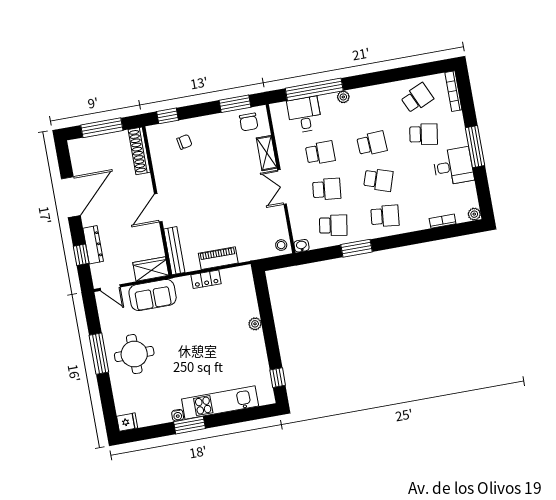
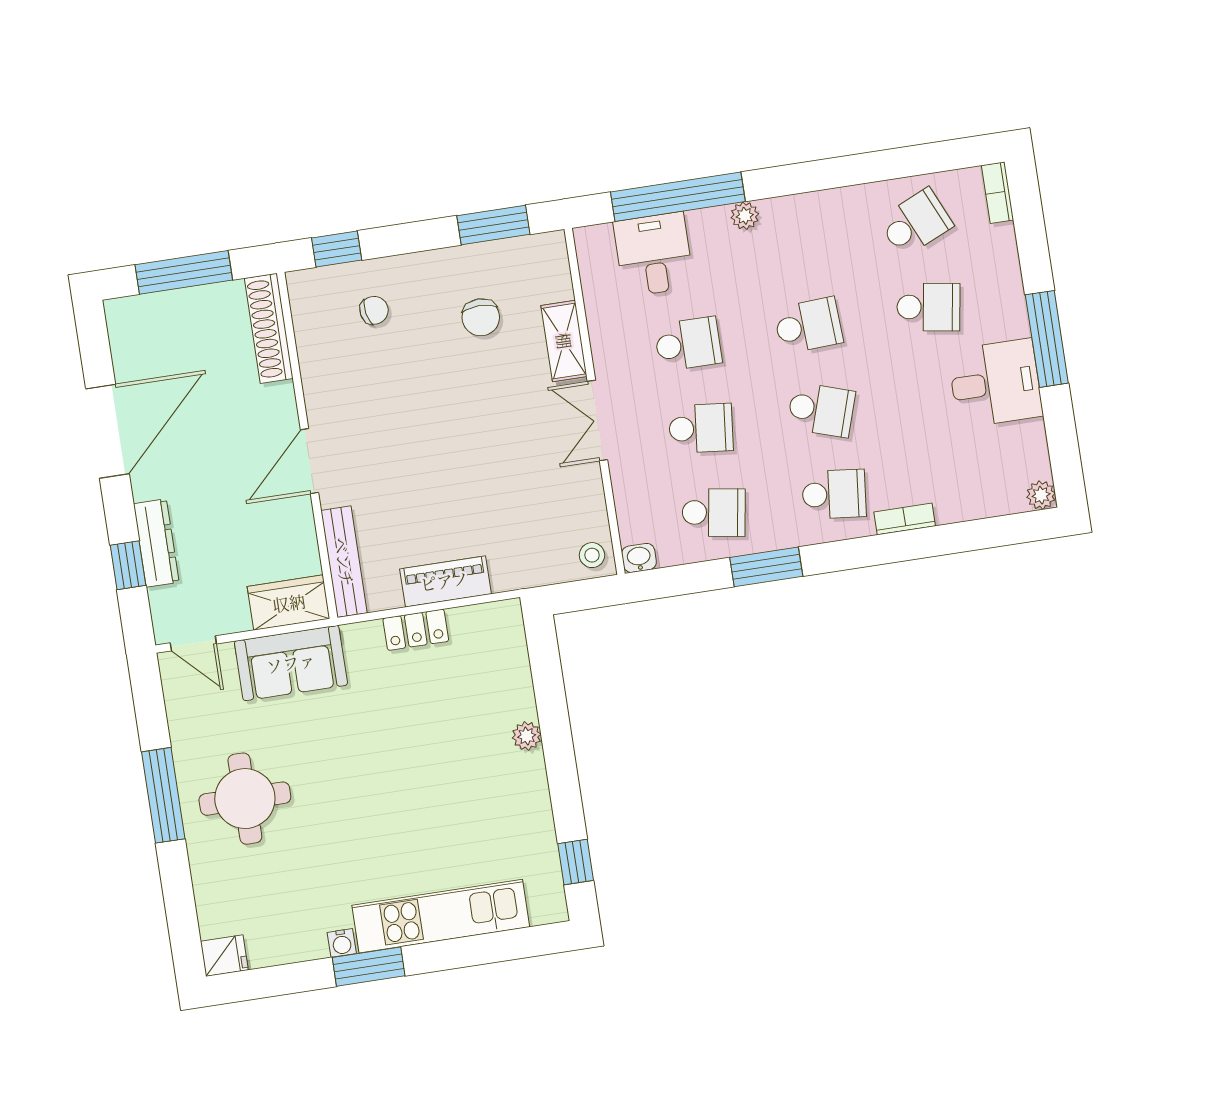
bookcase: (453, 91) -> (998, 193), width x0.64
chair: (249, 122) -> (481, 317), moved
bookcase: (443, 221) -> (905, 519), moved

